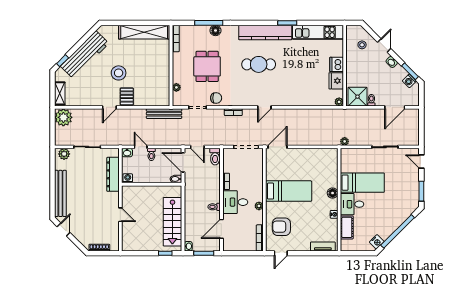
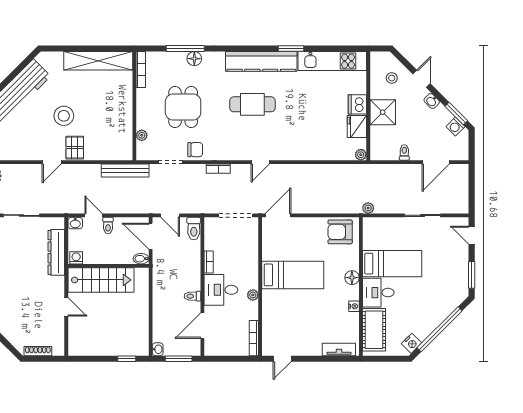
shower: (357, 97) -> (383, 112), moved
stairs: (172, 222) -> (101, 280), moved, turned -90
armchair: (281, 227) -> (340, 232), moved
cot: (347, 227) -> (374, 330), width x1.37, depth x1.34

